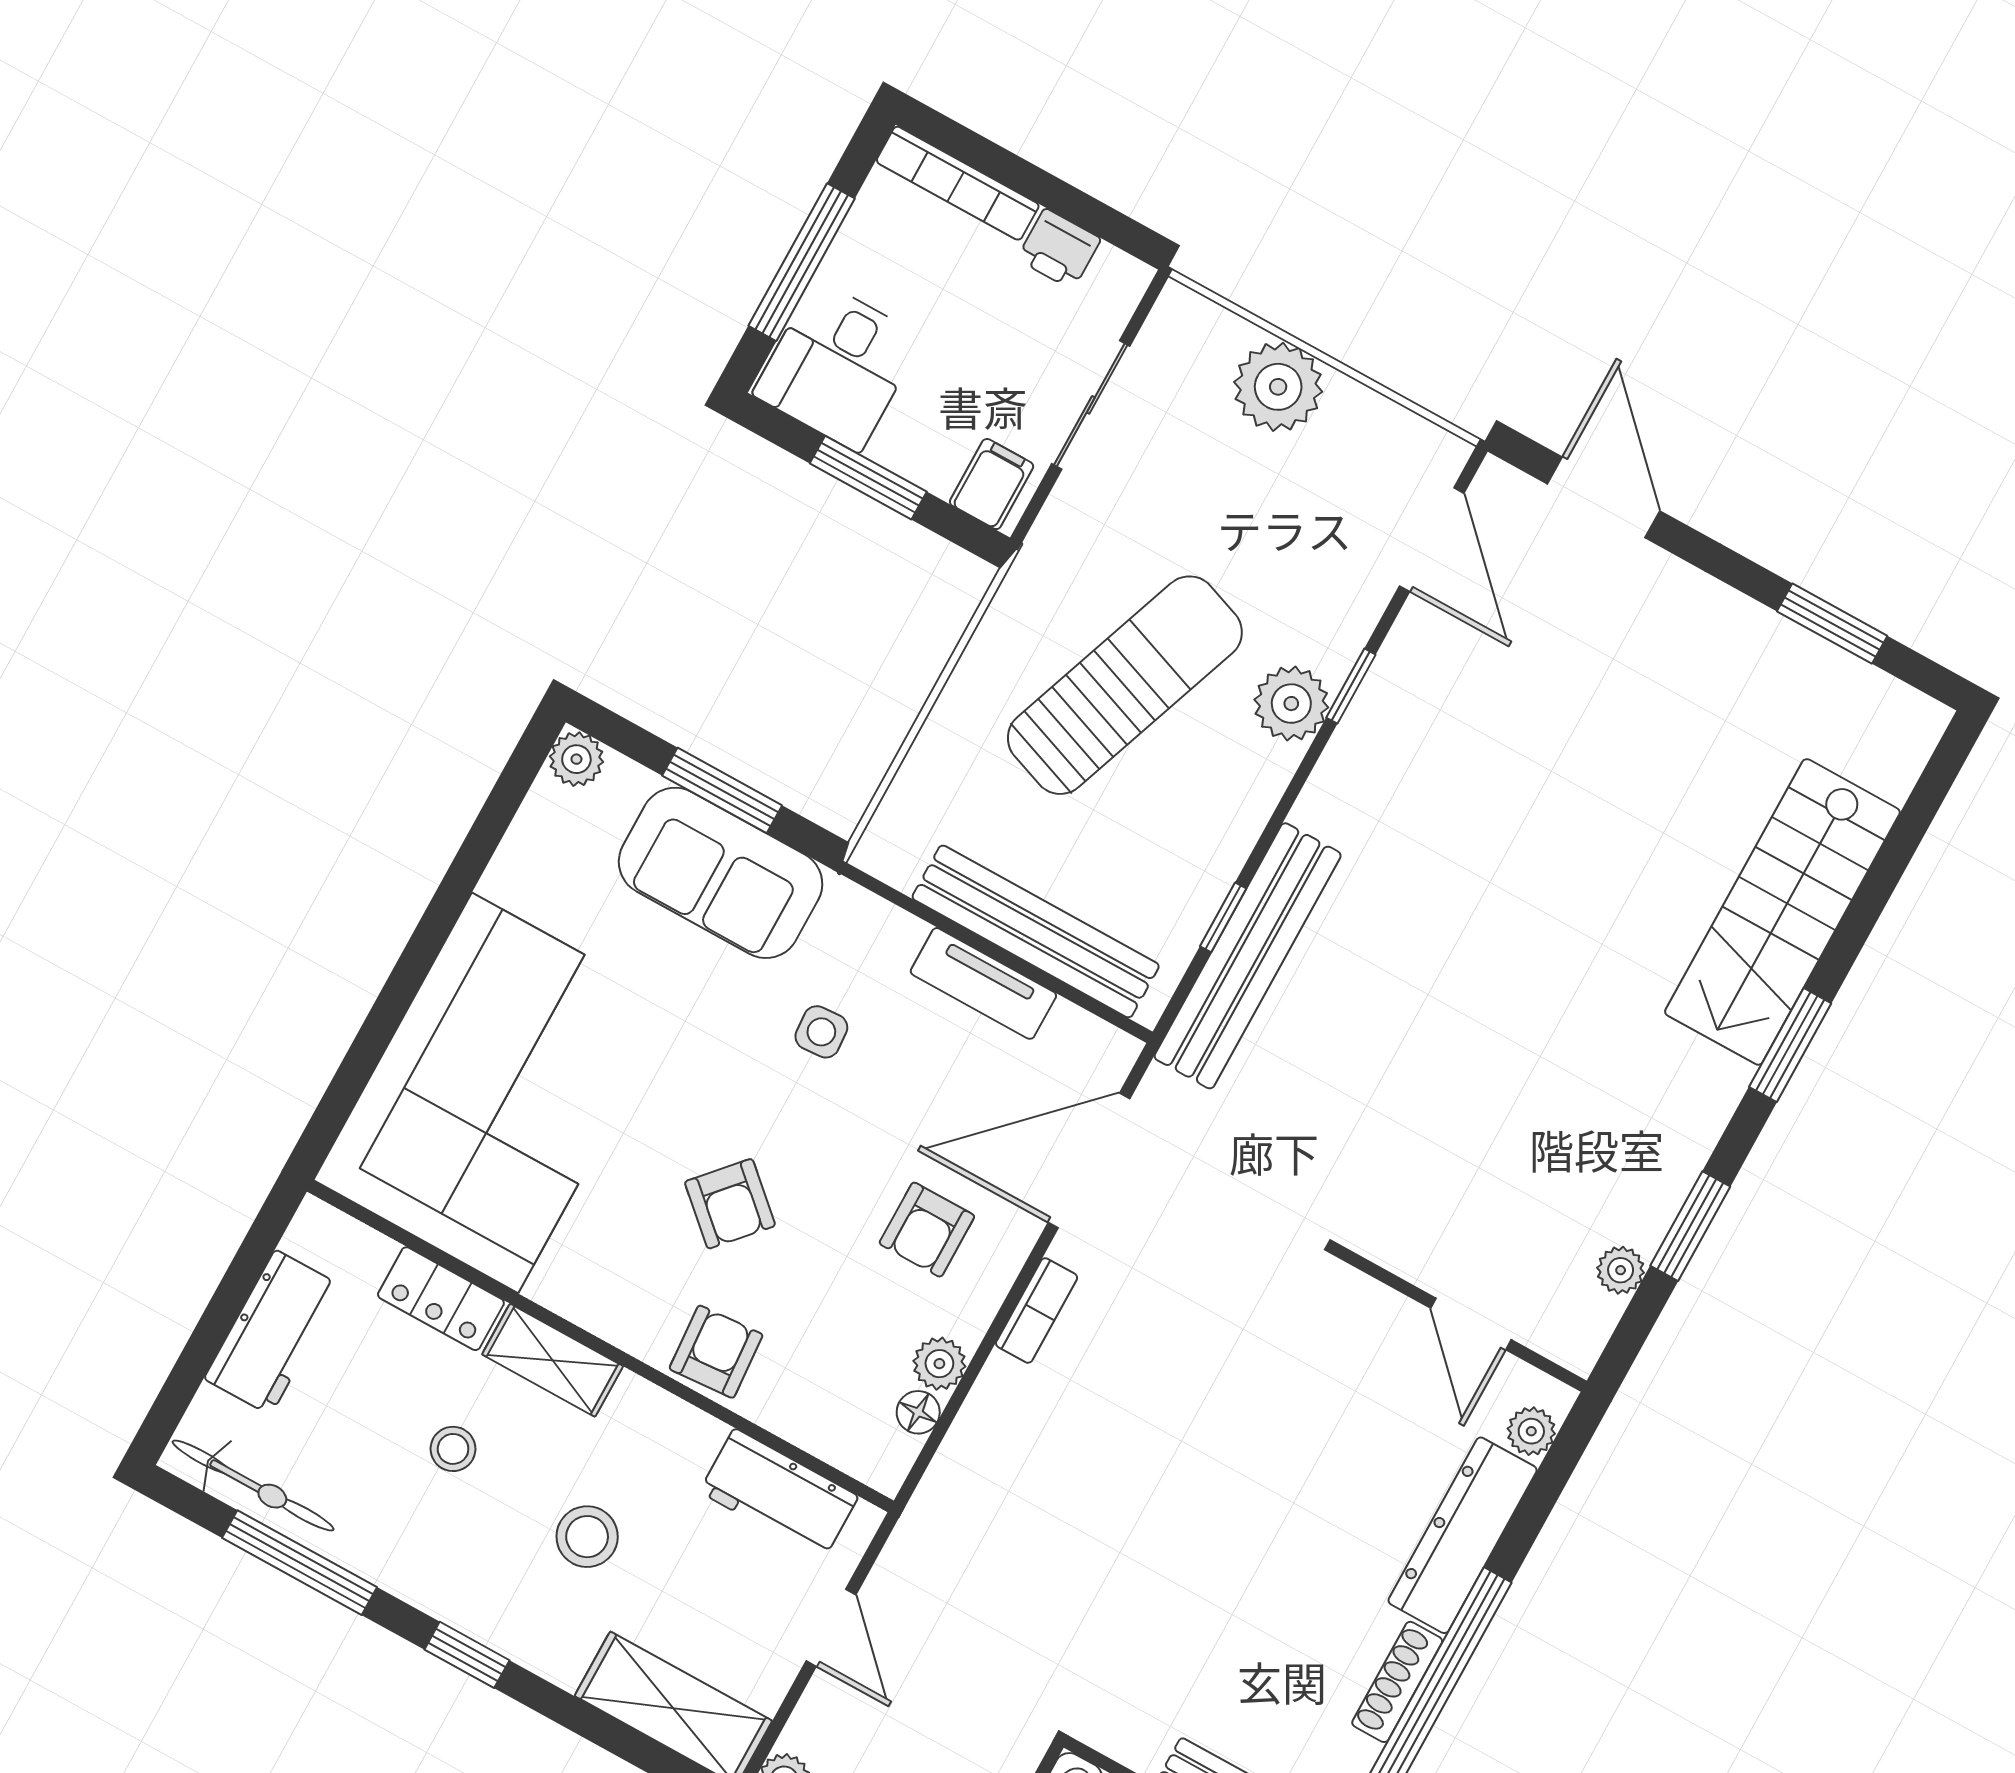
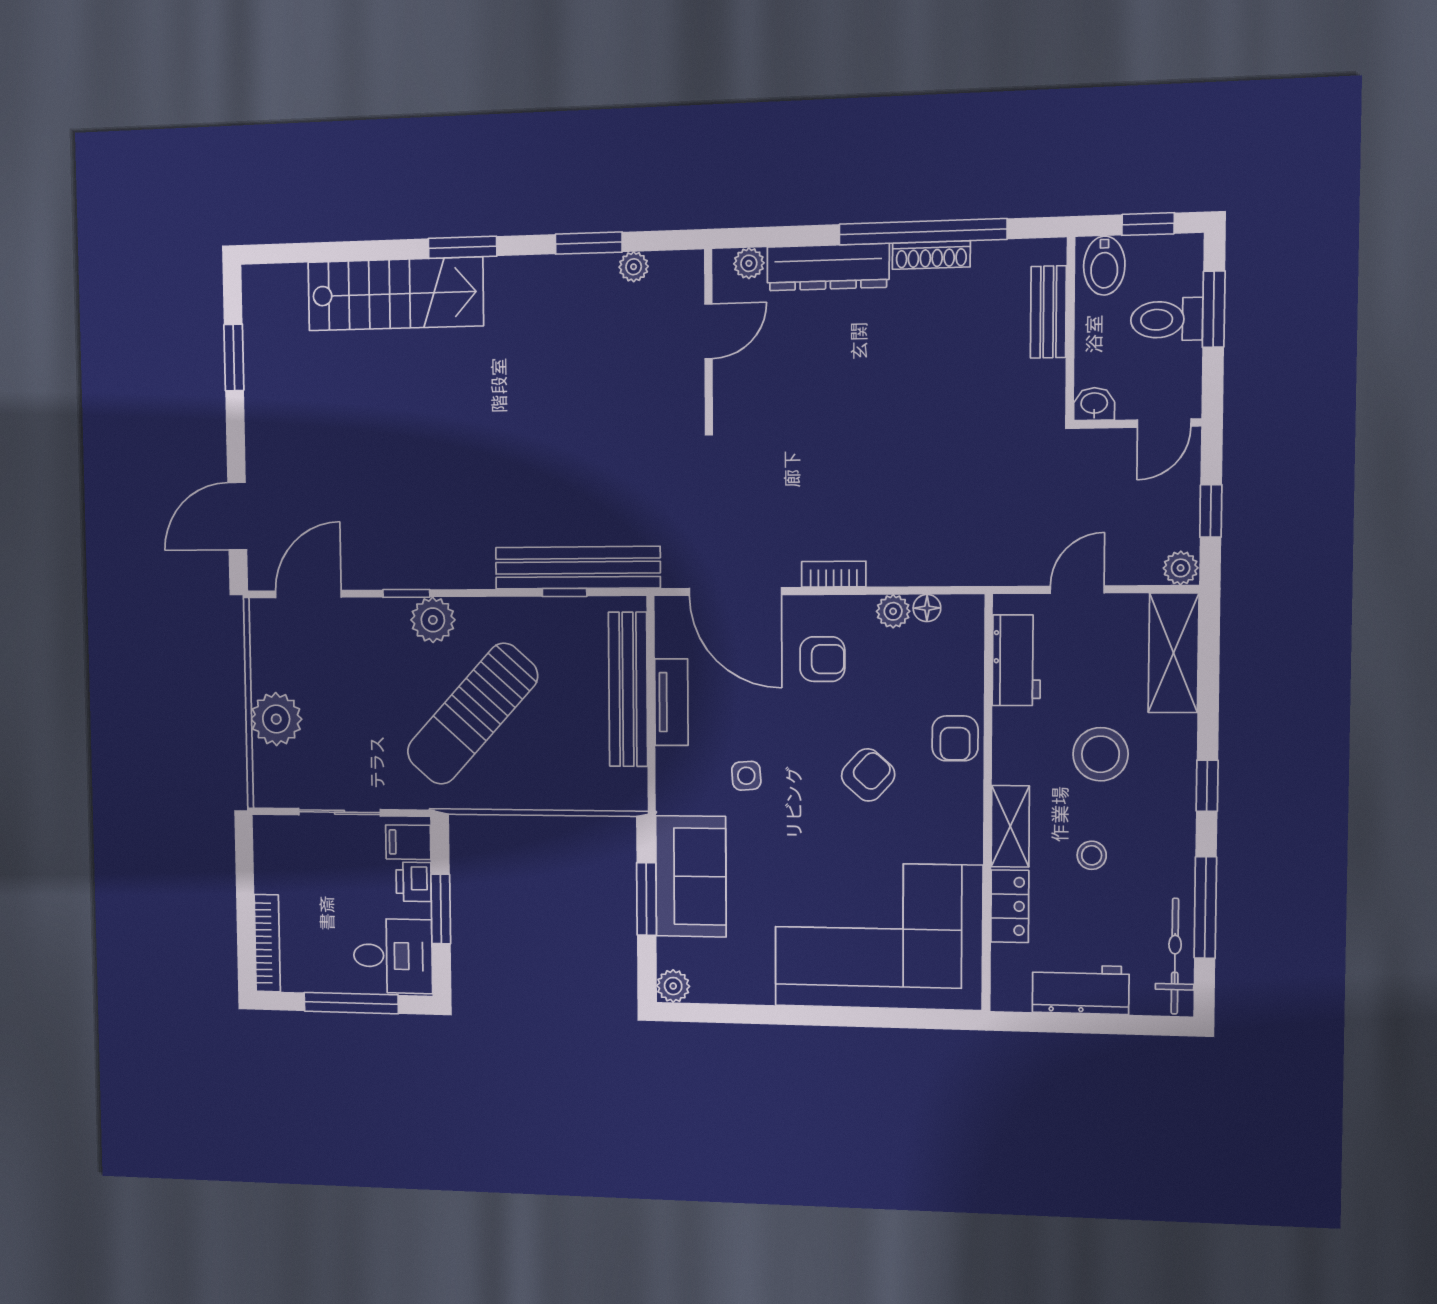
printer: (1059, 249) -> (414, 882), moved, turned 180
sun lounger: (1125, 685) -> (472, 714), turned -68
armchair: (716, 1352) -> (955, 738), turned -86
stool: (587, 1537) -> (1100, 754), width x1.38, depth x1.38

